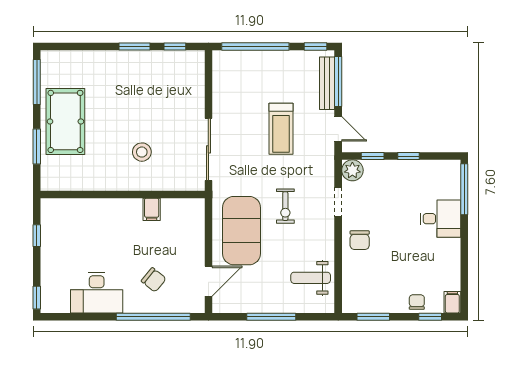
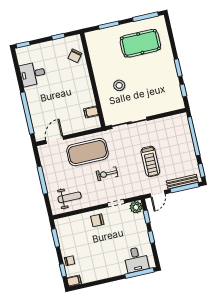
pool table: (65, 121) -> (140, 43), moved
treadmill: (281, 129) -> (150, 161), turned -90
filing cabinet: (152, 209) -> (91, 112), moved
desk: (440, 219) -> (136, 260), moved
weight bench: (311, 278) -> (70, 197), turned 90
chair: (154, 280) -> (75, 56), moved
door: (208, 281) -> (55, 140), swing flipped
desk: (97, 293) -> (33, 74), width x0.73

